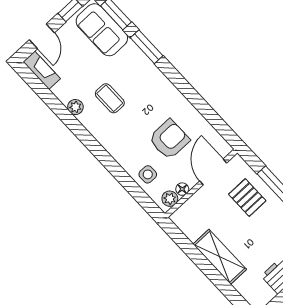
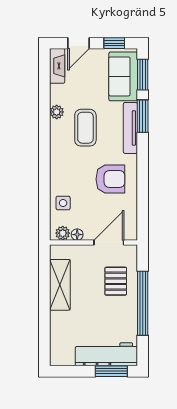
tv unit: (146, 65) -> (130, 128), added
coffee table: (110, 98) -> (85, 128), width x1.36, depth x1.30
armchair: (169, 139) -> (110, 179), moved
shelving: (220, 257) -> (60, 285), moved

